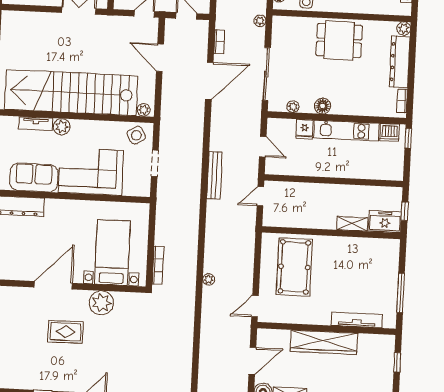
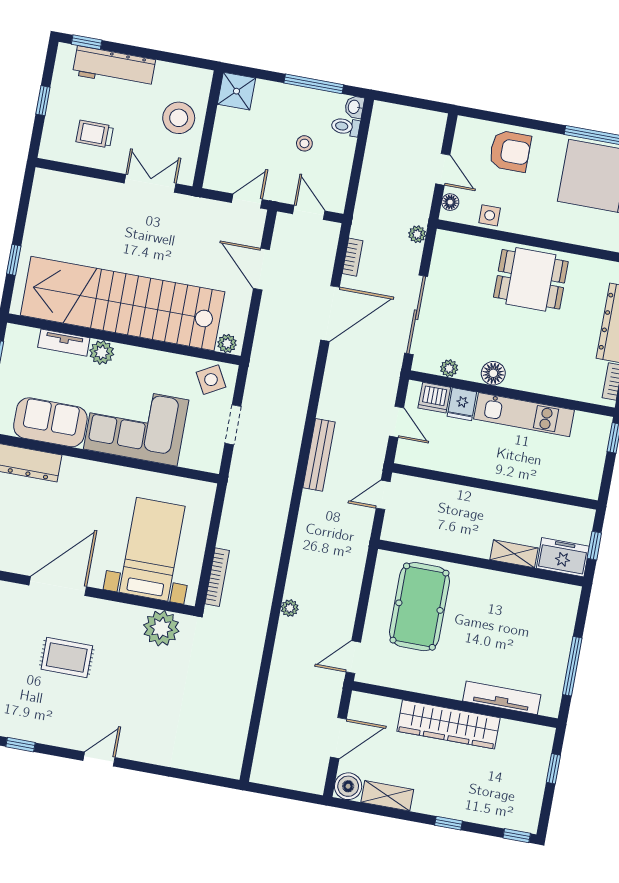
dishwasher: (390, 132) -> (434, 398), moved
plant: (101, 303) -> (161, 628), moved

